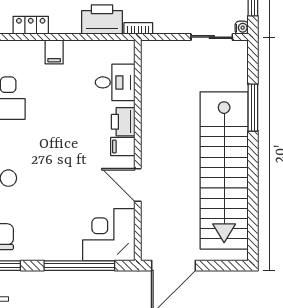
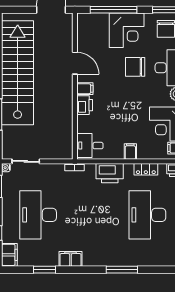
printer: (102, 19) -> (110, 173), moved
desk: (115, 82) -> (90, 146), moved
chair: (47, 180) -> (135, 67), added
corner desk: (109, 235) -> (127, 30), moved

